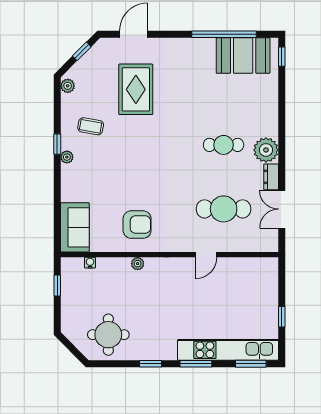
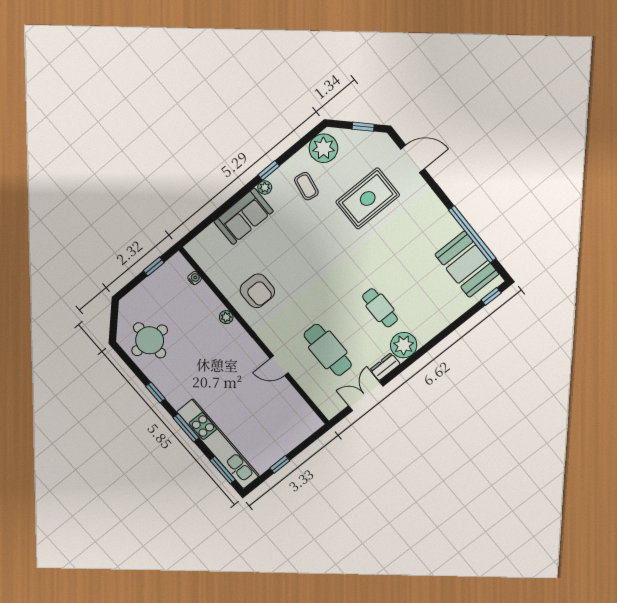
plant: (68, 86) -> (323, 148), width x1.88, depth x1.88
sofa: (75, 227) -> (244, 216), moved

